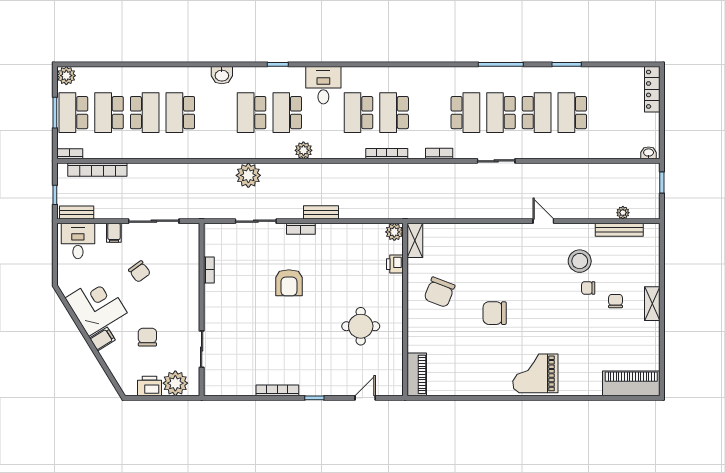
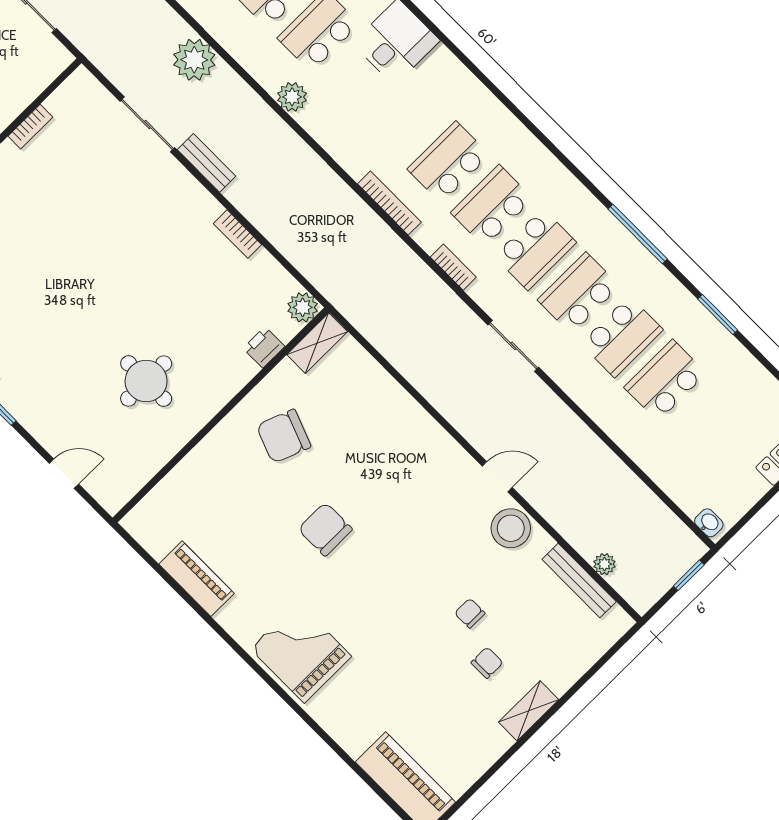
school desk: (358, 113) -> (492, 206), moved
bench: (321, 212) -> (207, 163), moved
door: (543, 221) -> (497, 477), hinge flipped
bookcase: (301, 229) -> (237, 234), moved
stool: (580, 261) -> (511, 528), moved
armchair: (289, 283) -> (112, 240), removed
piano: (417, 374) -> (196, 579), moved, turned -90

